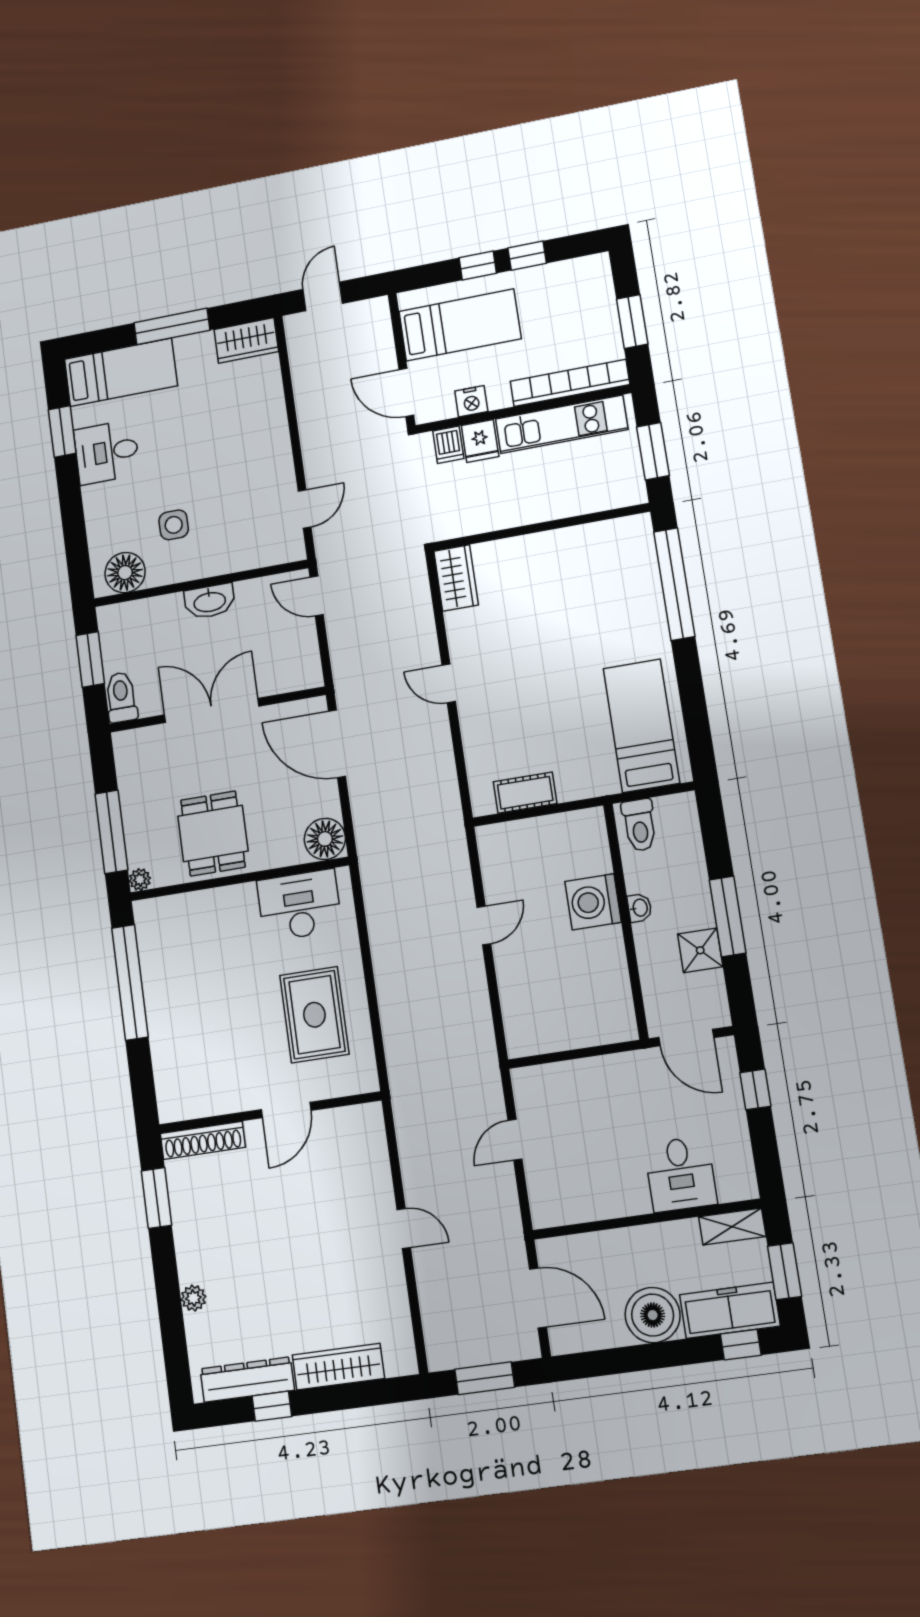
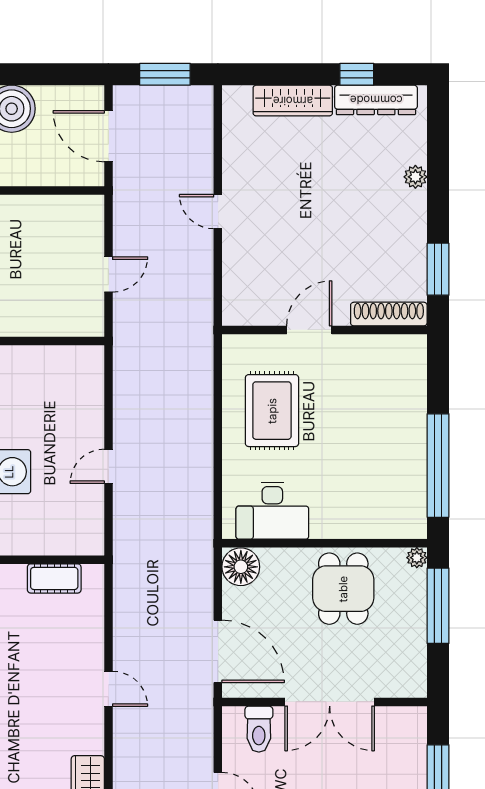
toilet: (121, 697) -> (259, 729), moved

